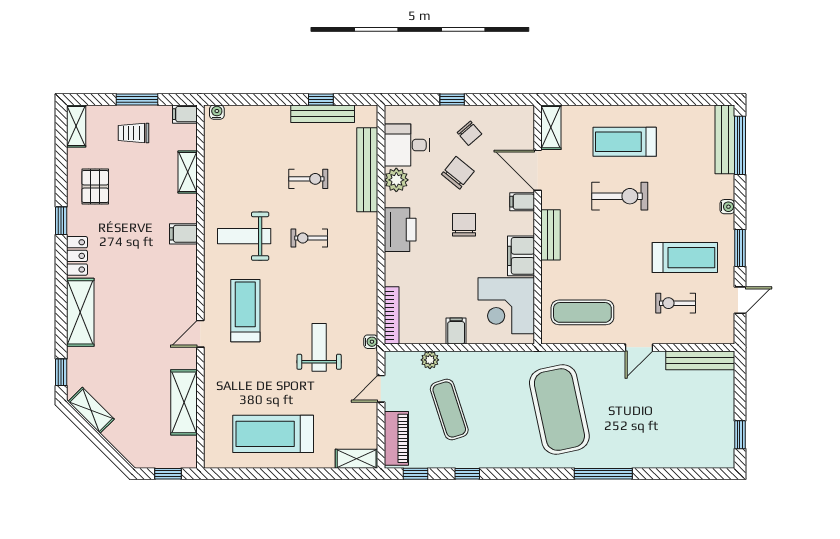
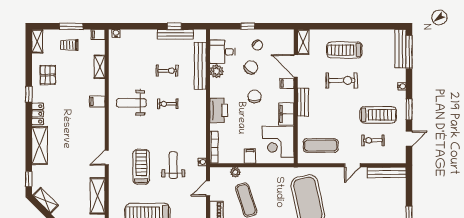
printer: (400, 230) -> (219, 110), moved
treadmill: (245, 311) -> (141, 167), moved

